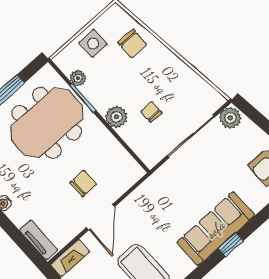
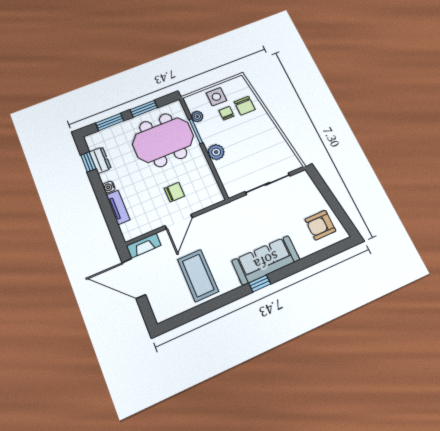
chair: (151, 112) -> (226, 113), moved
plant: (230, 118) -> (301, 180), removed
tv unit: (38, 240) -> (118, 207), moved
window: (231, 245) -> (260, 283), moved

